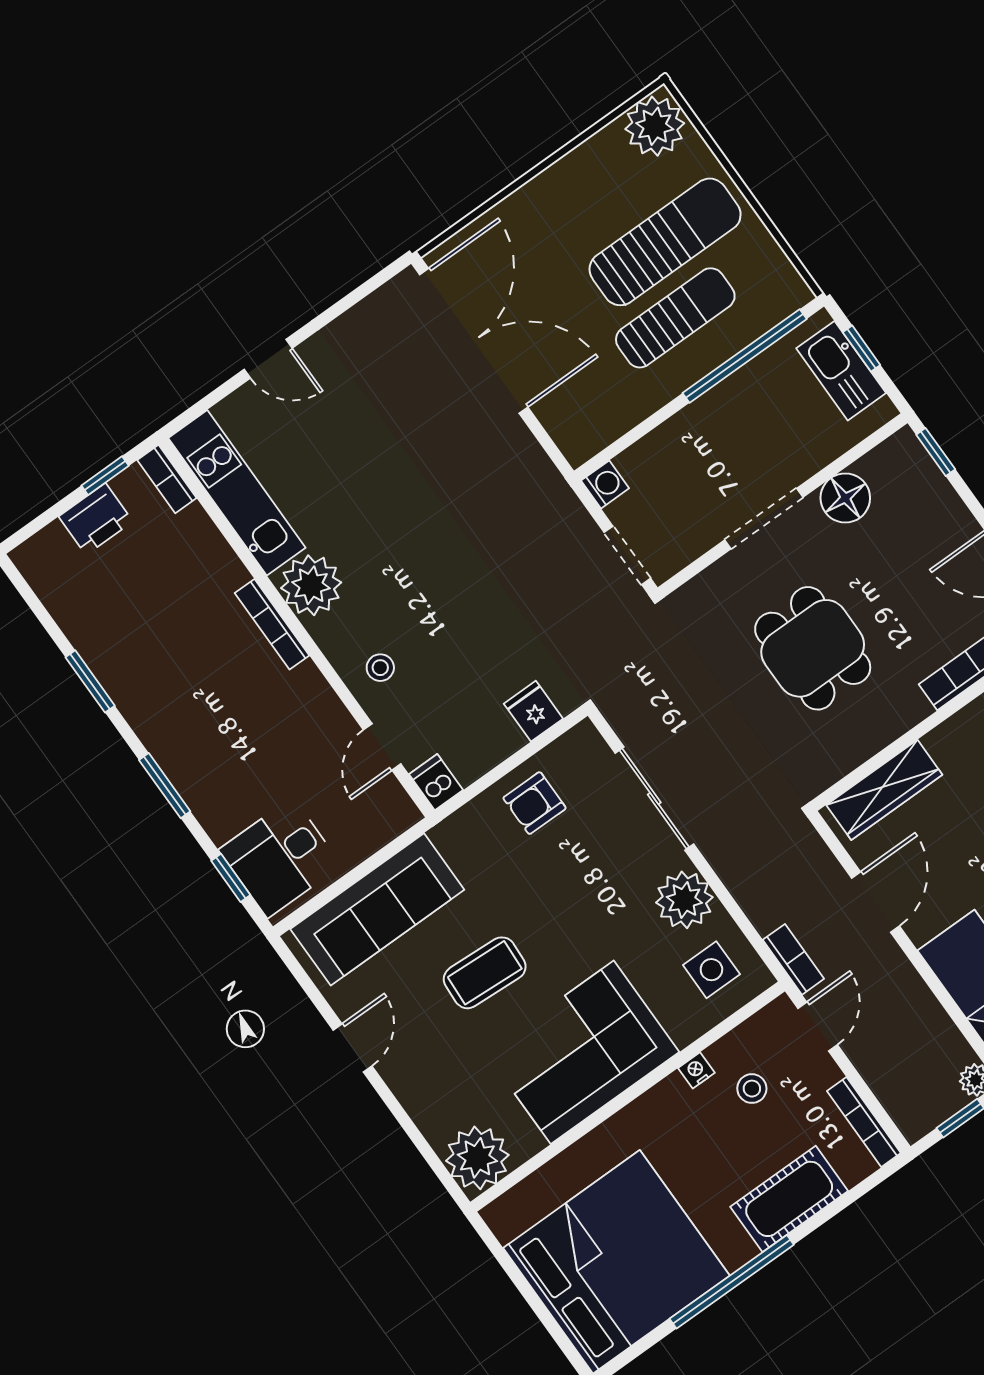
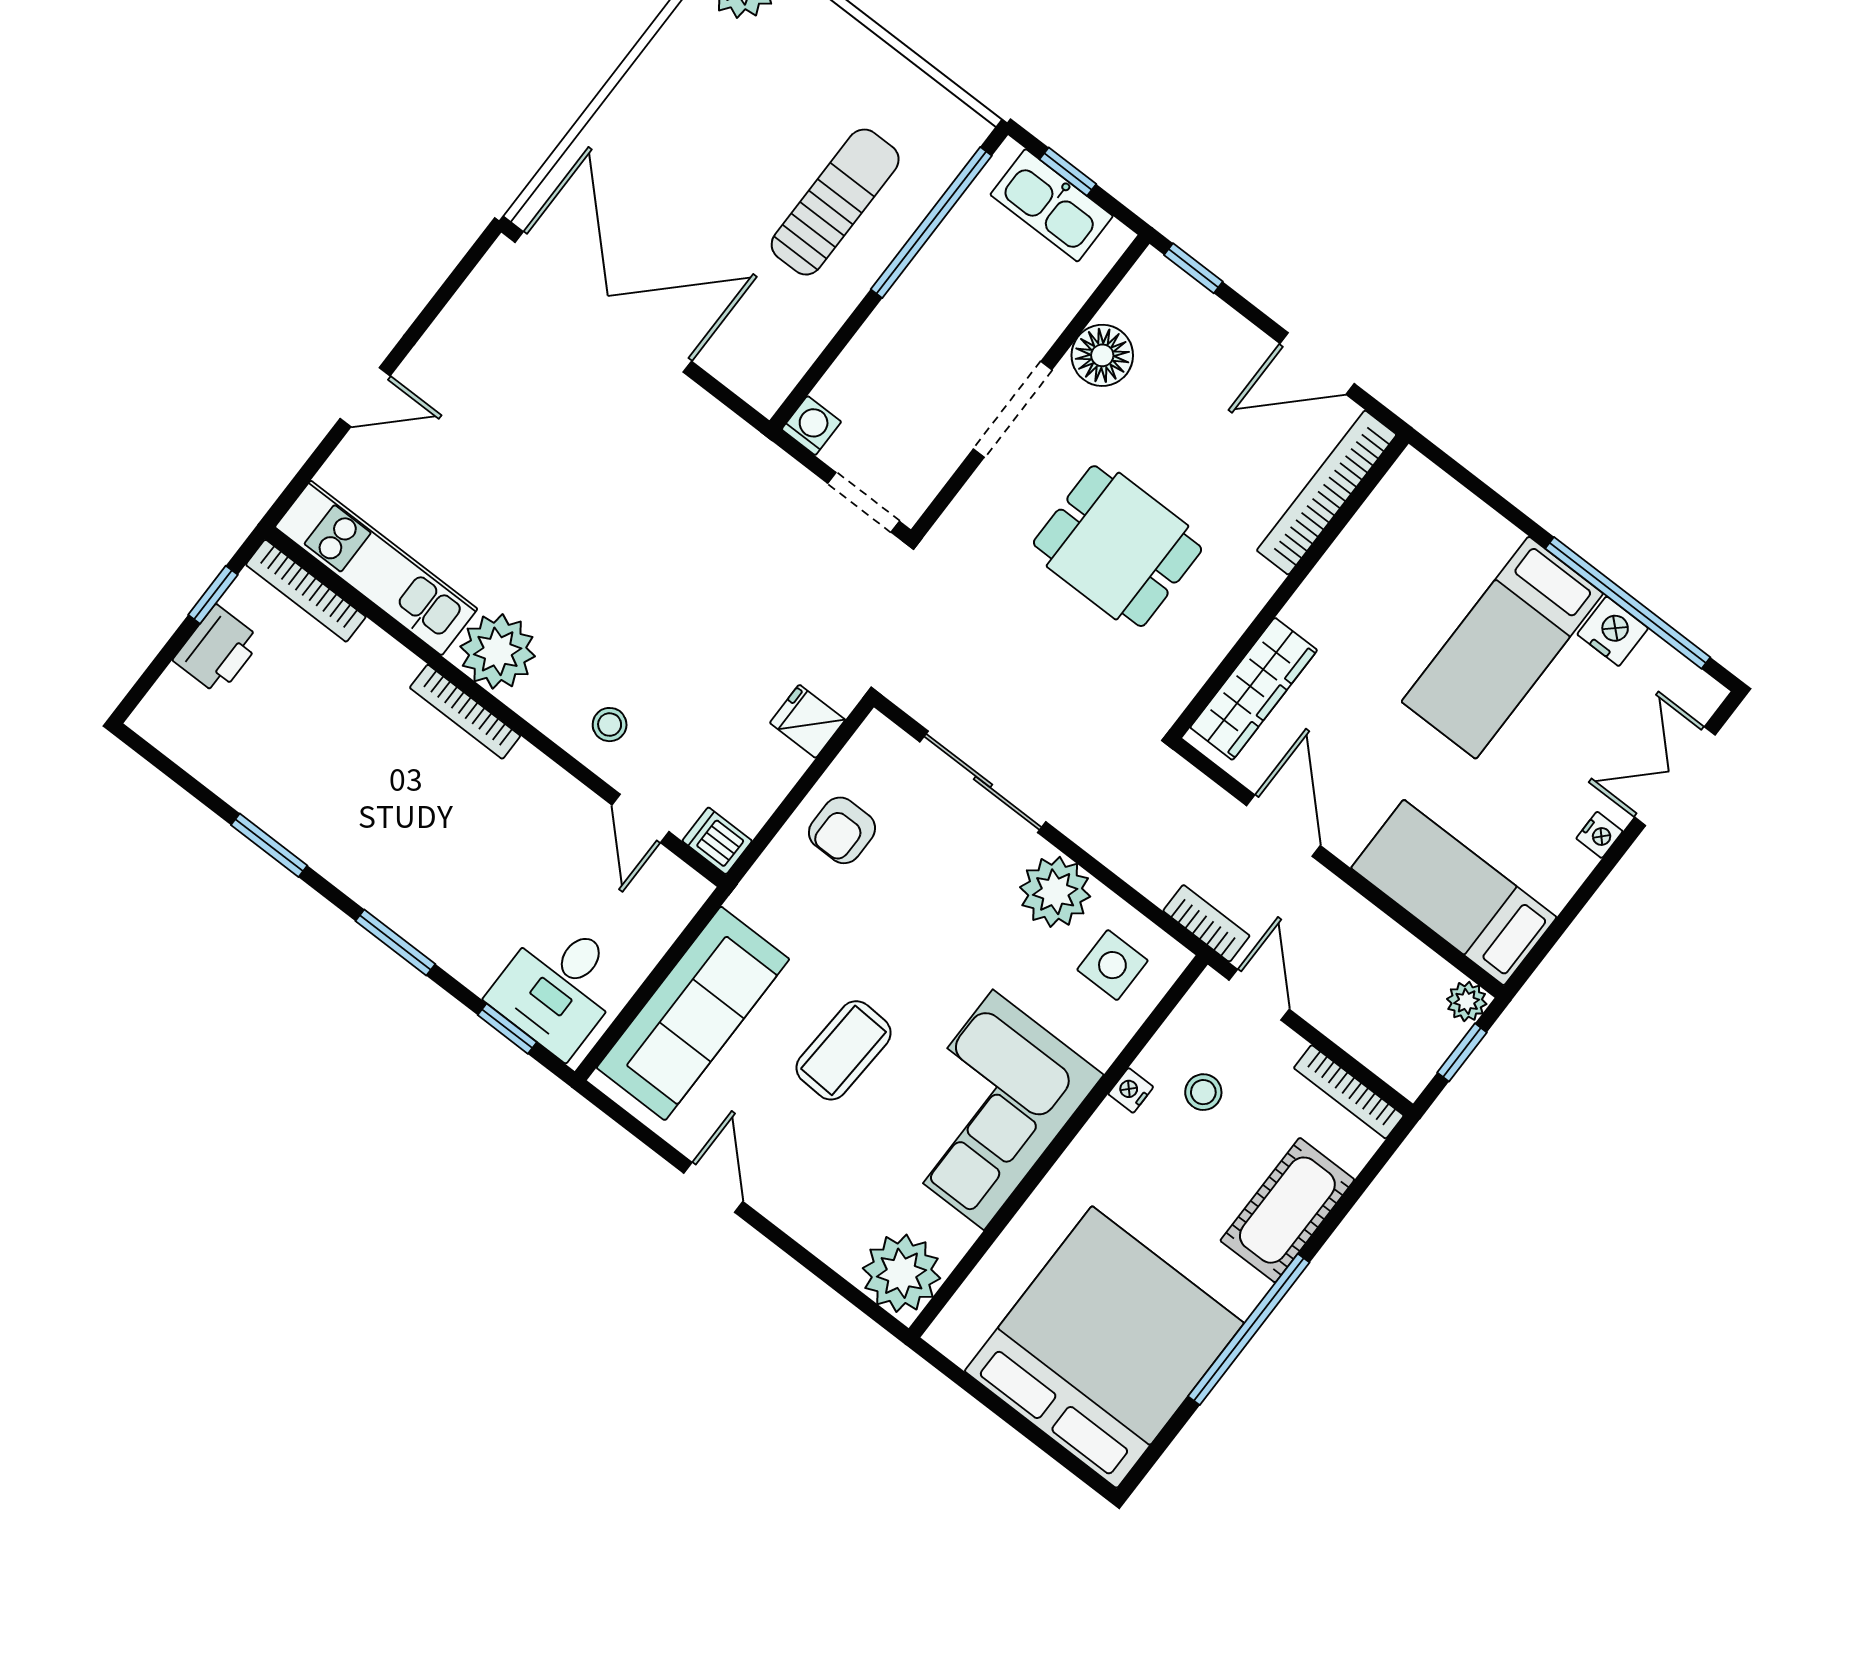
sun lounger: (665, 242) -> (796, 115), removed
bookcase: (167, 479) -> (306, 591), width x1.56

